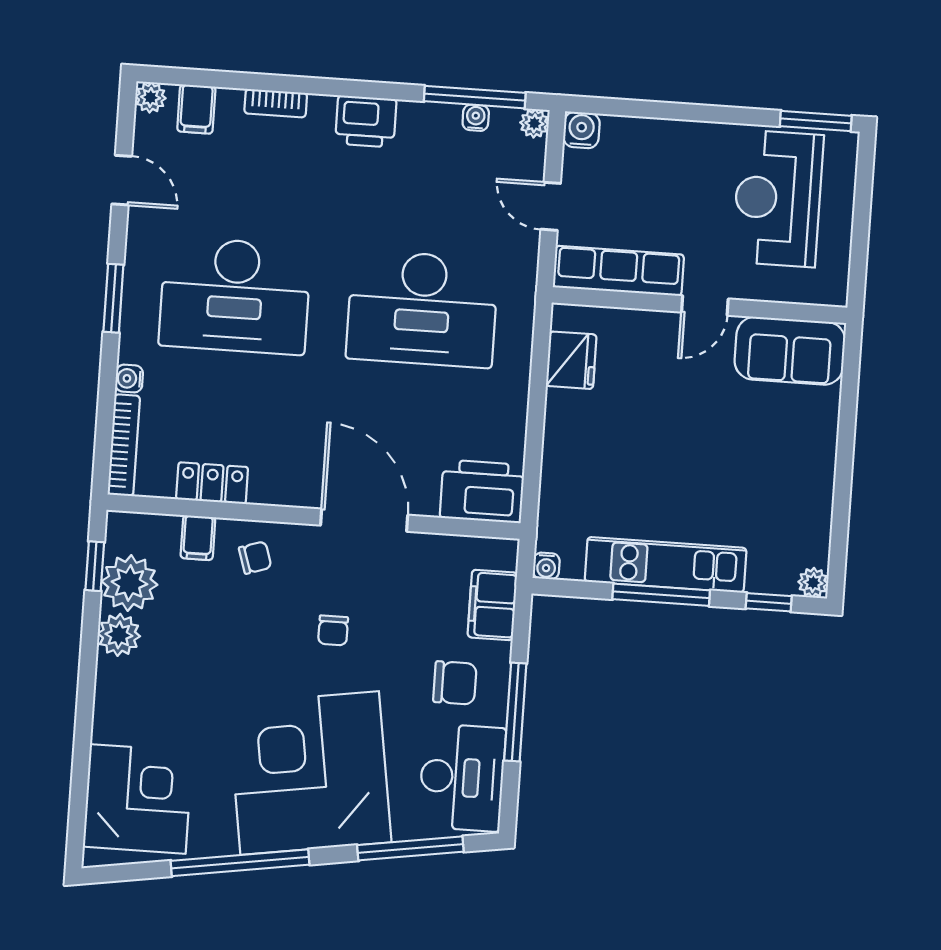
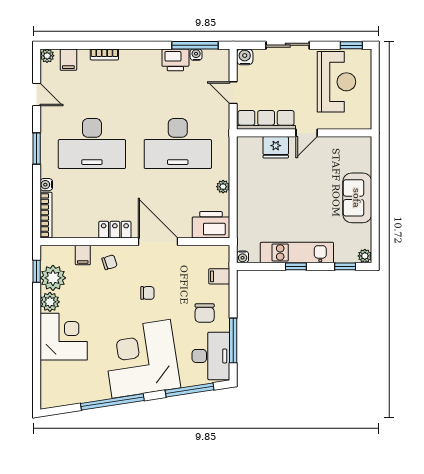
sliding door: (677, 111) -> (288, 45), added
printer: (366, 121) -> (175, 60), moved
window: (816, 121) -> (351, 45), width x0.67
plant: (534, 123) -> (223, 187), moved
reception desk: (778, 198) -> (336, 82), turned 180
sofa: (790, 351) -> (357, 198), moved, turned 90
fridge: (571, 360) -> (276, 147), moved, turned 90
locker: (212, 483) -> (115, 230), moved
window: (661, 595) -> (296, 266), width x0.46
filing cabinet: (492, 605) -> (219, 276), width x0.50
chair: (333, 630) -> (147, 293), turned -90
chair: (455, 683) -> (205, 313), turned 90
window: (515, 712) -> (233, 340), moved
corner desk: (138, 799) -> (64, 337), moved

